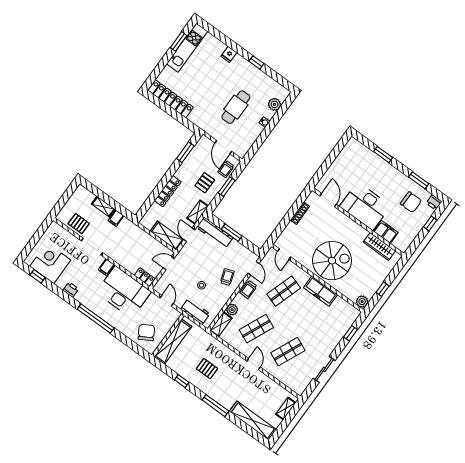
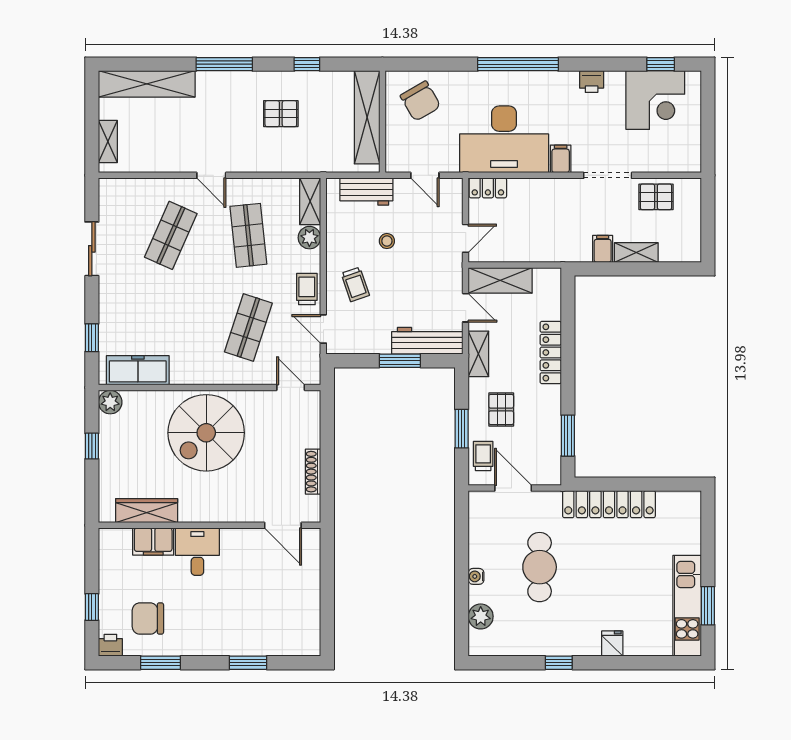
locker: (171, 99) -> (609, 504), moved
desk: (365, 206) -> (197, 552), width x0.53, depth x0.77
freezer: (320, 291) -> (138, 370), moved
shop shelf: (256, 329) -> (248, 235), turned -30

